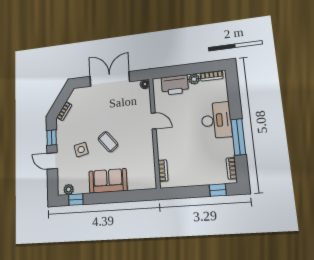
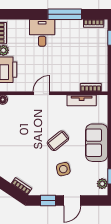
desk: (216, 120) -> (42, 33), width x0.73
tv unit: (149, 162) -> (82, 100), added

